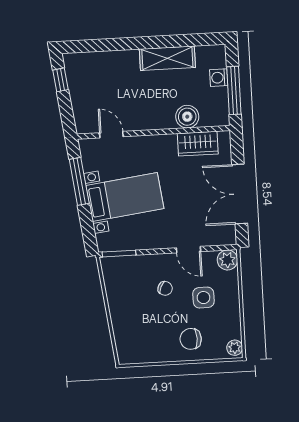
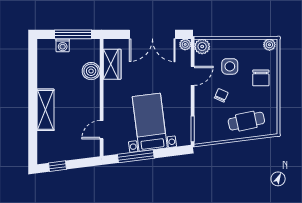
shelving: (167, 58) -> (46, 110), moved
plant: (229, 238) -> (185, 44), added
cafe table: (133, 323) -> (246, 121), added

